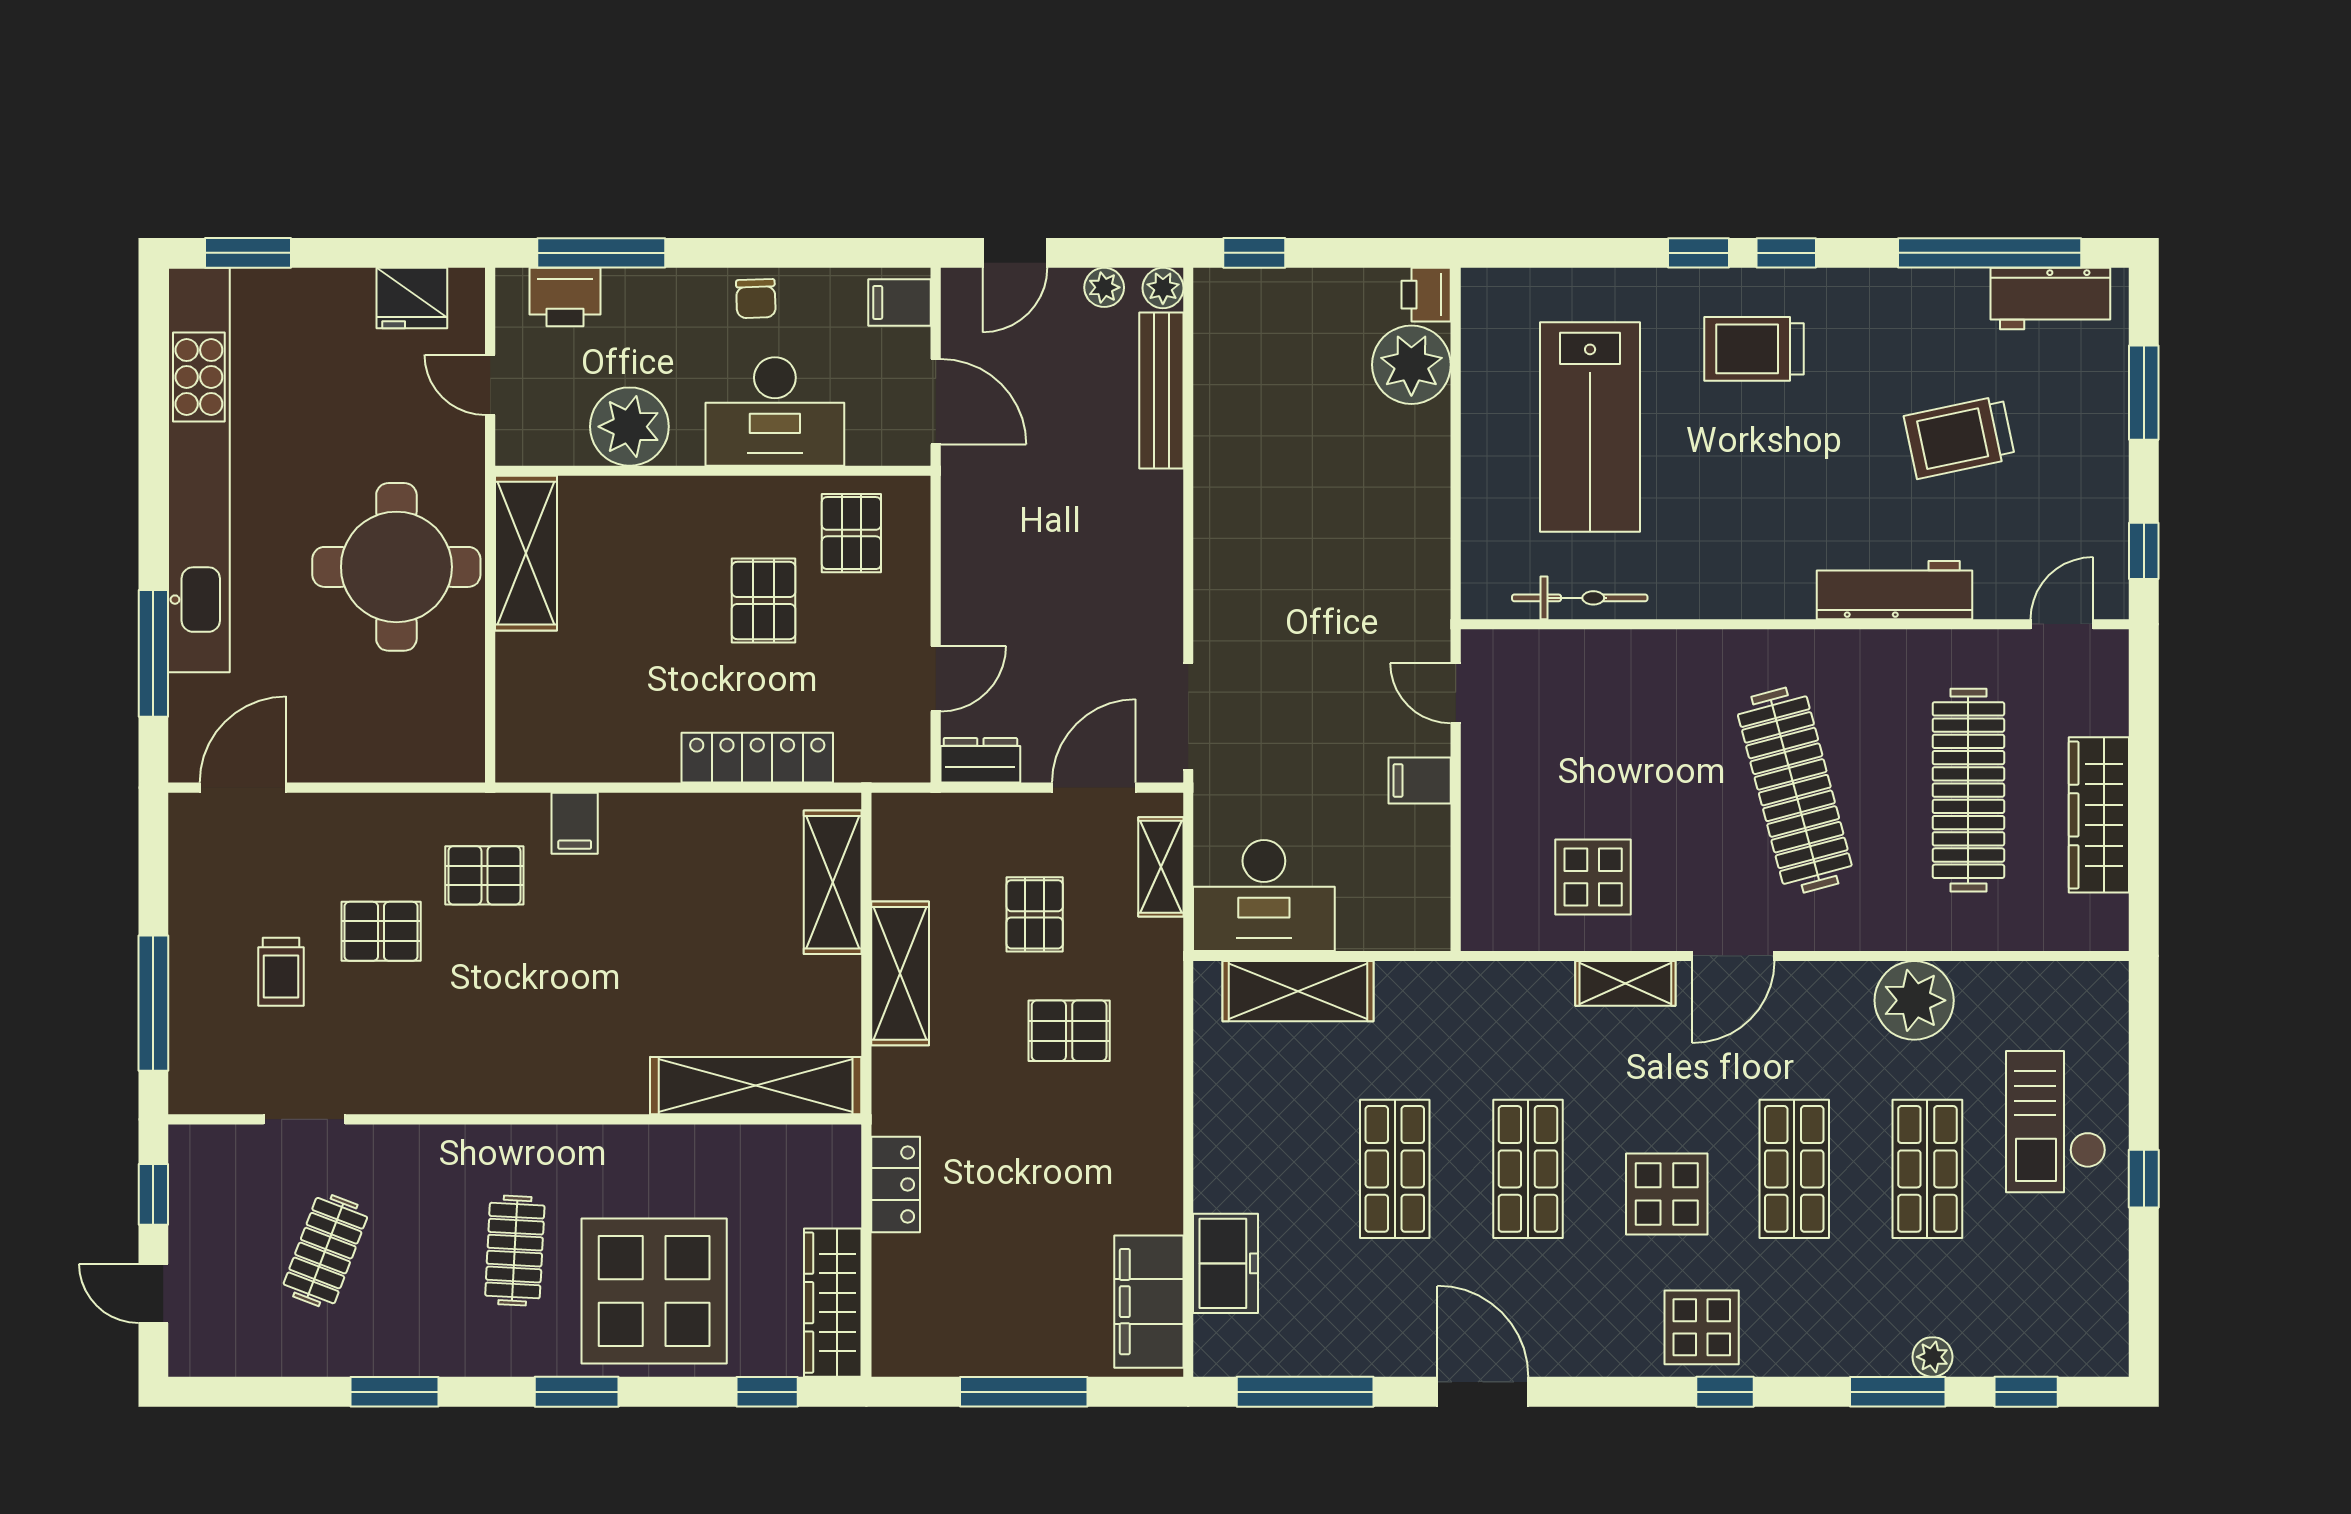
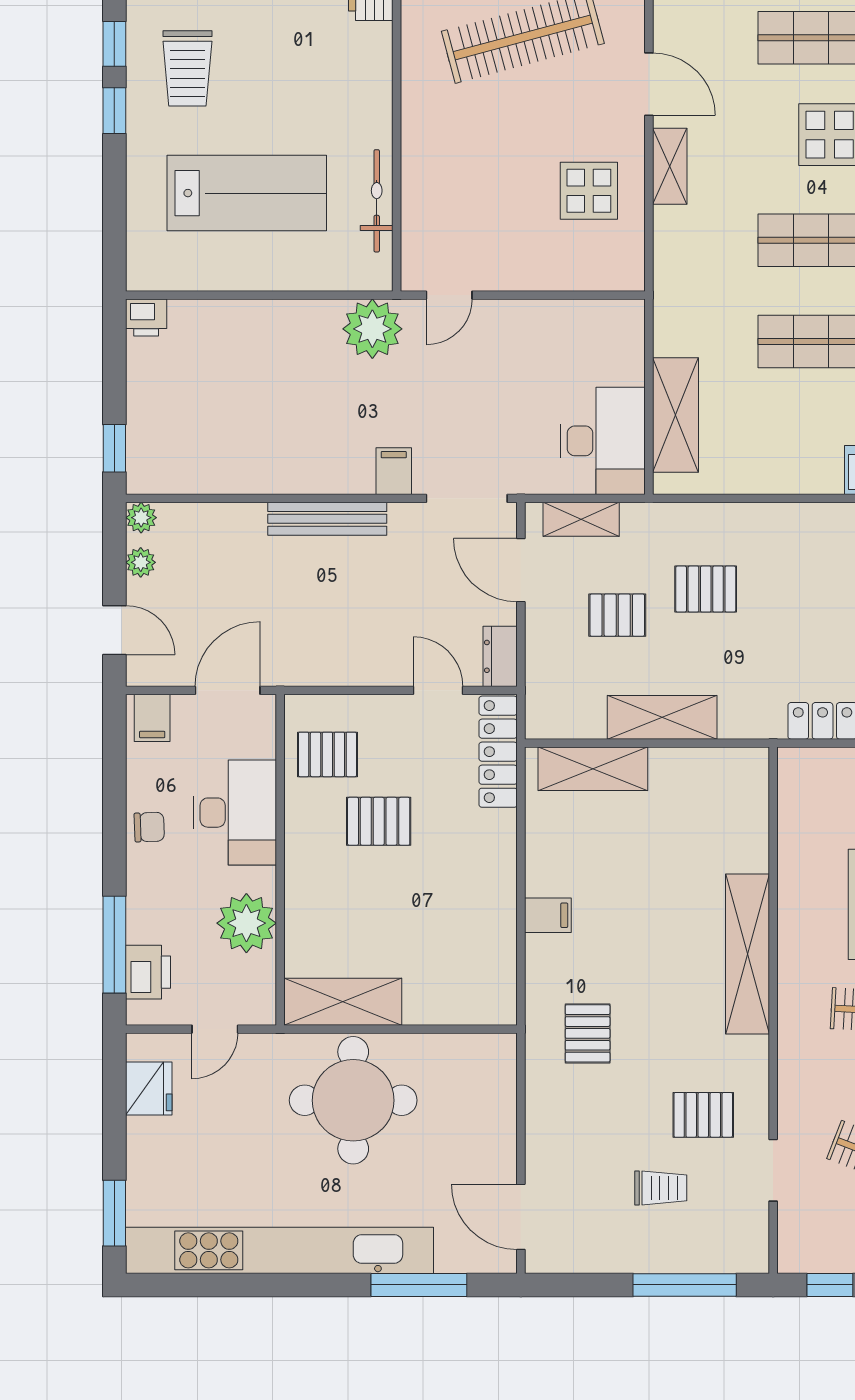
plant: (1411, 365) -> (372, 329), moved
bench: (1161, 390) -> (327, 519), moved
locker: (757, 758) -> (498, 752), moved
filing cabinet: (1420, 780) -> (394, 471), moved, turned 180
filing cabinet: (575, 823) -> (548, 915), moved
pallet: (381, 931) -> (703, 1115), moved, turned 90
pallet: (1069, 1031) -> (706, 589), turned 90
shelving: (756, 1086) -> (747, 954), moved

